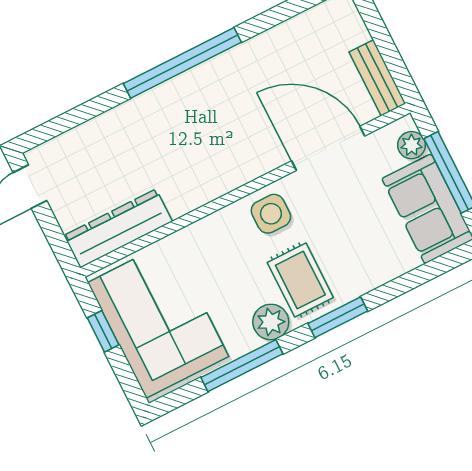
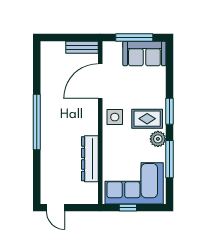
plant: (412, 145) -> (116, 47), removed
dresser: (118, 228) -> (90, 159), moved

